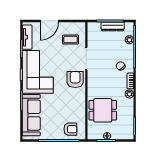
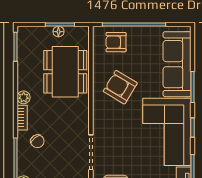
armchair: (75, 80) -> (120, 87), moved, turned 121
dining table: (103, 110) -> (65, 72), width x1.38

